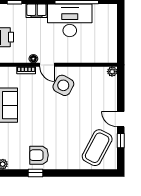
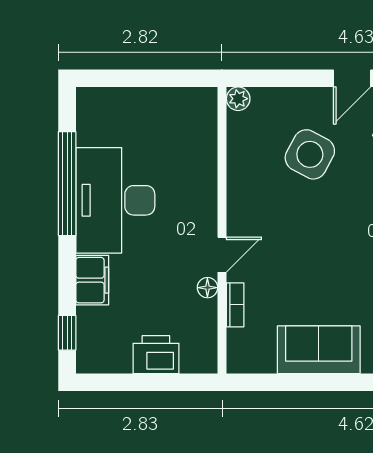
side table: (63, 85) -> (310, 154), moved

